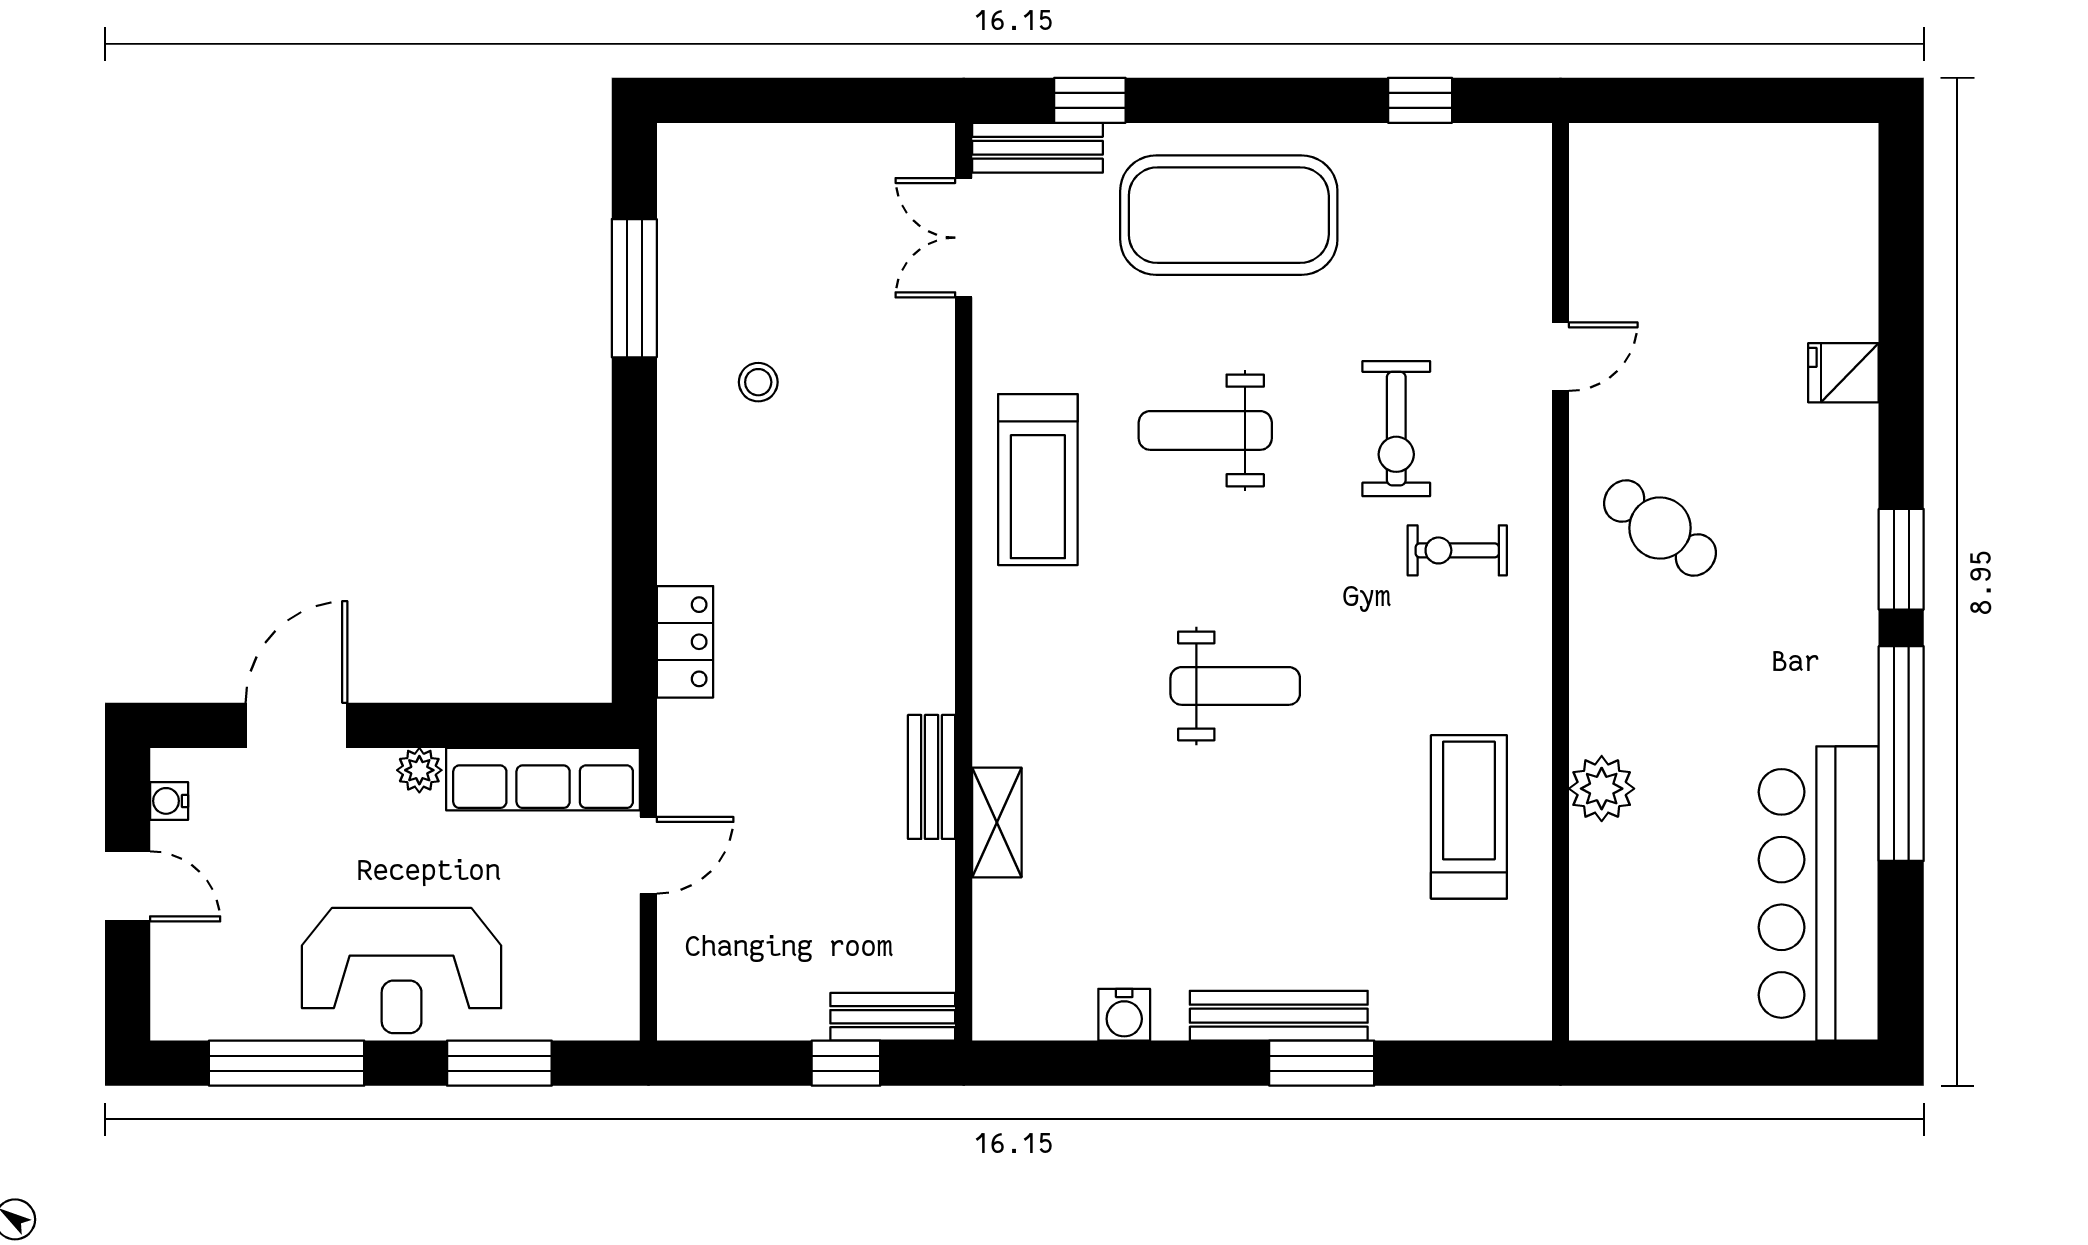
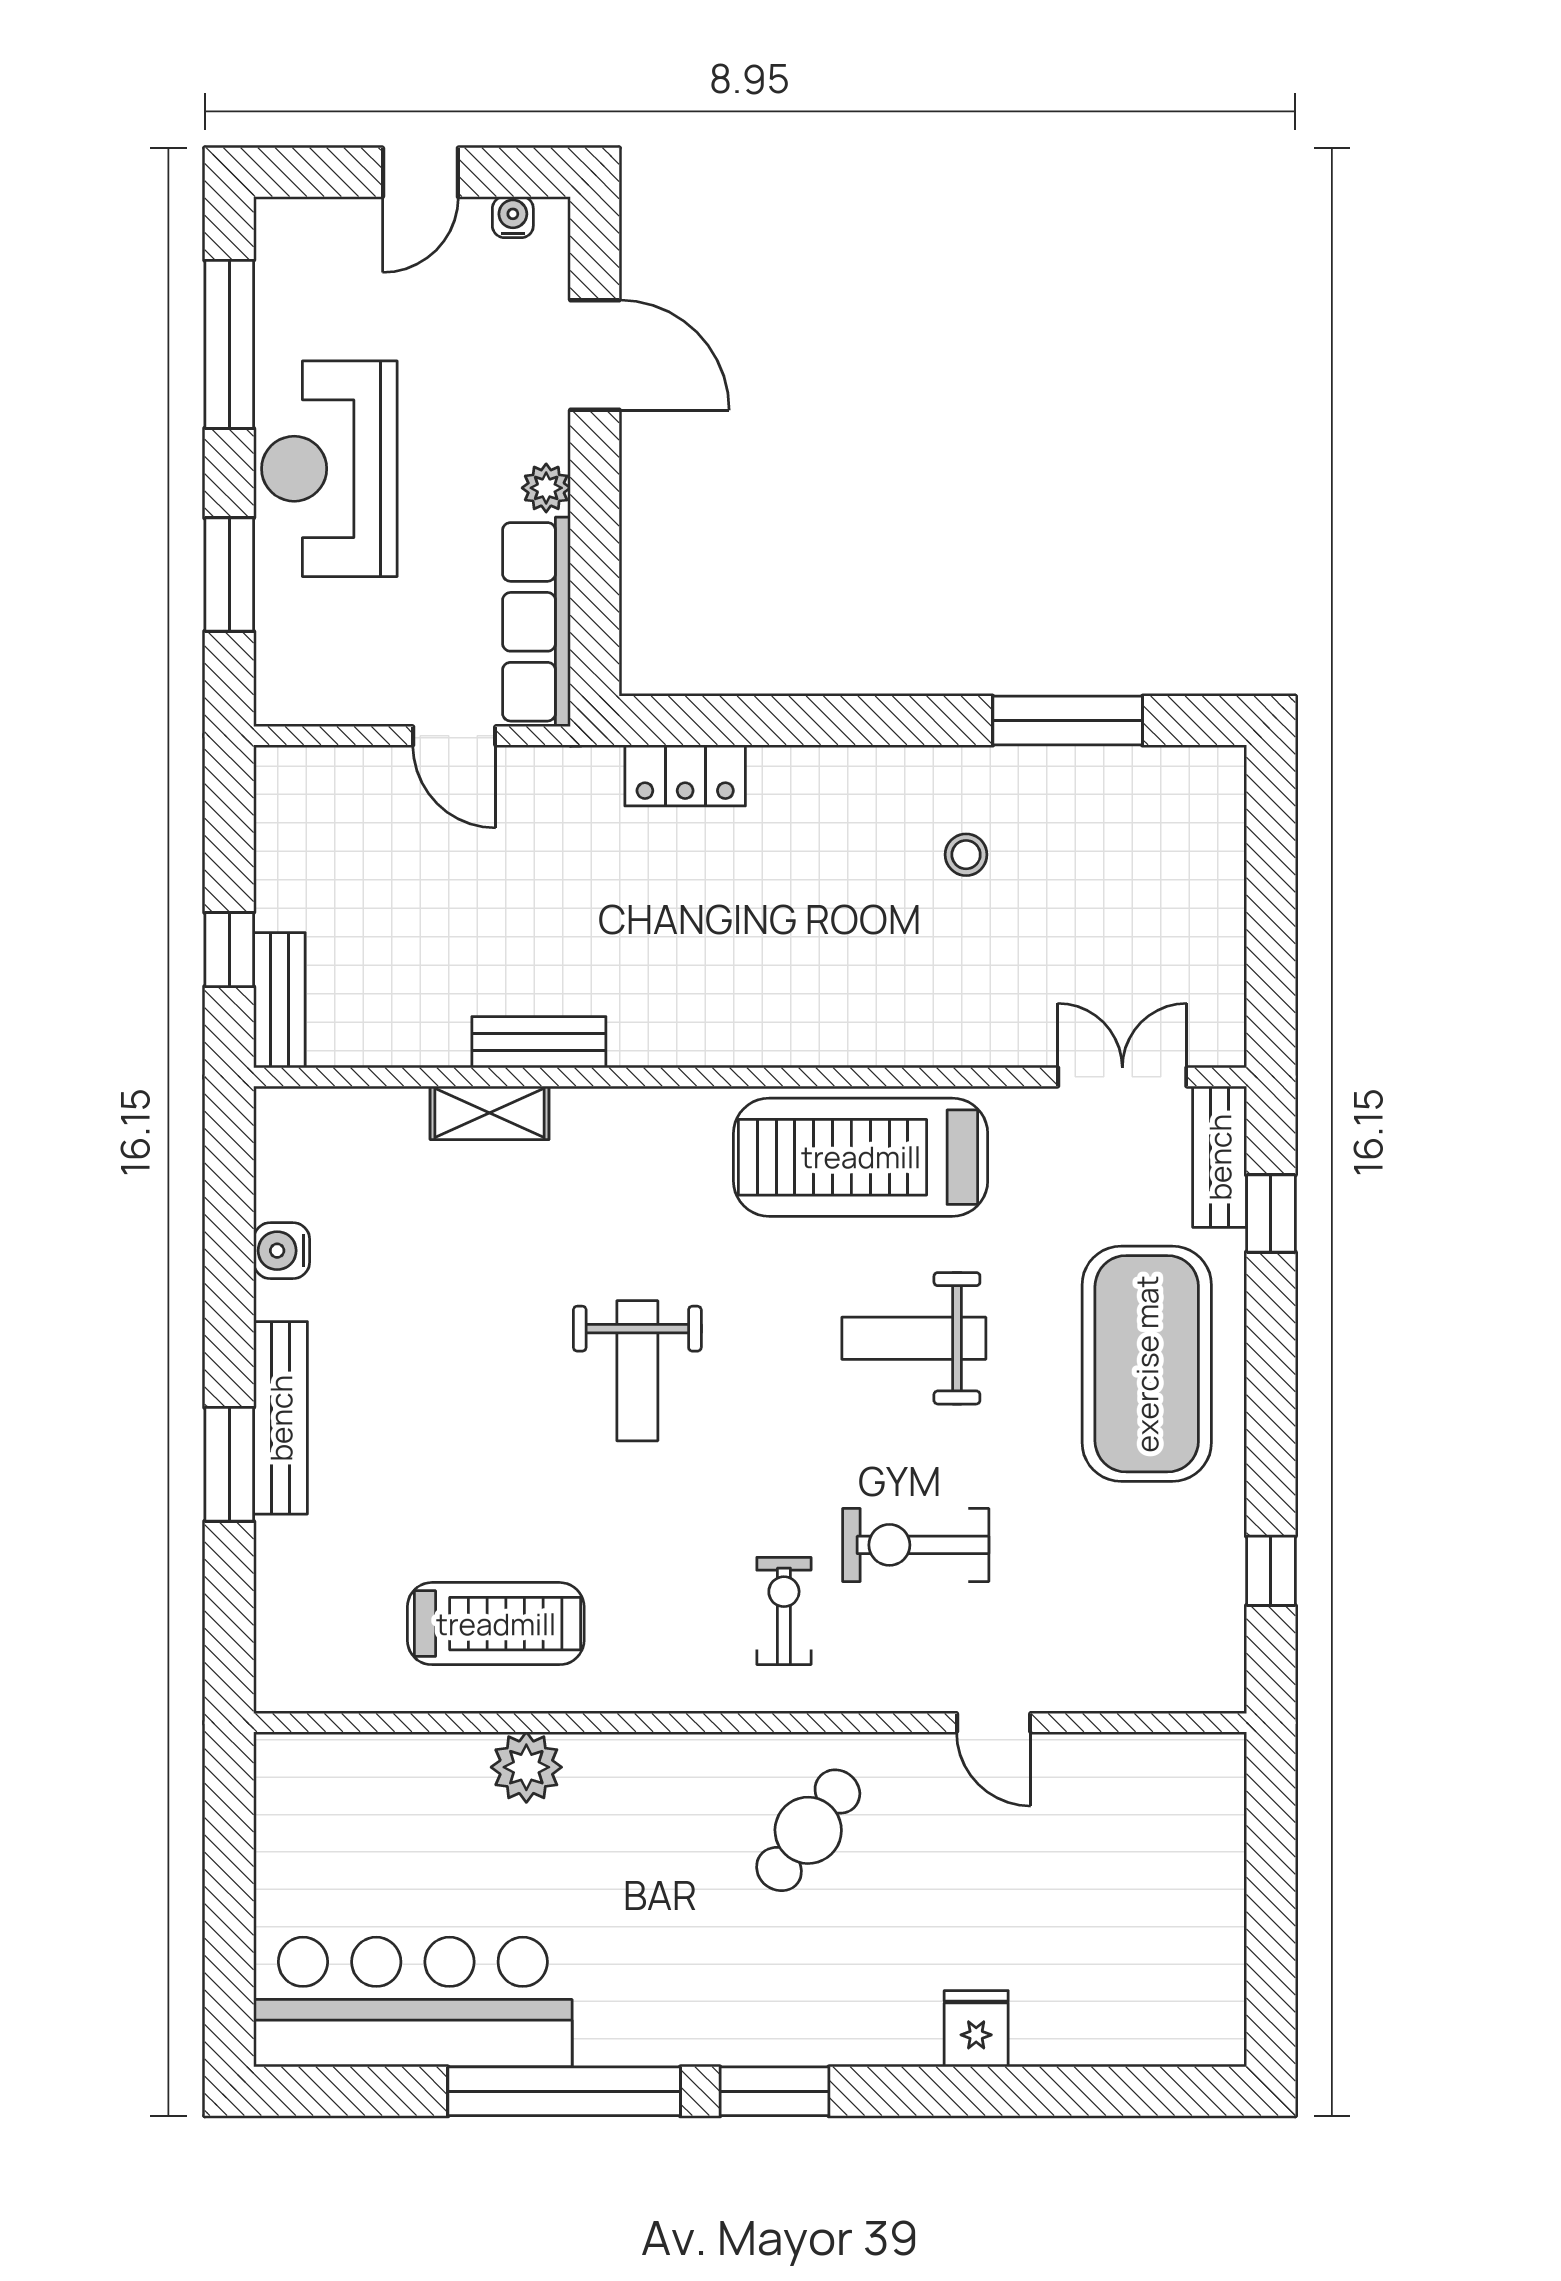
weight bench: (1205, 430) -> (914, 1338), turned -90
treadmill: (1038, 480) -> (861, 1157), width x1.37, depth x1.38

